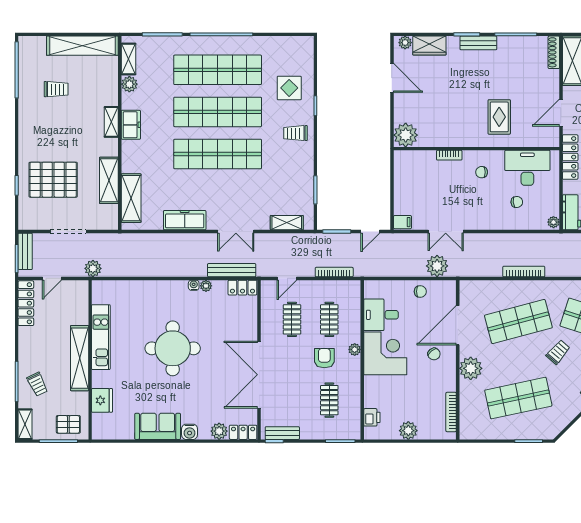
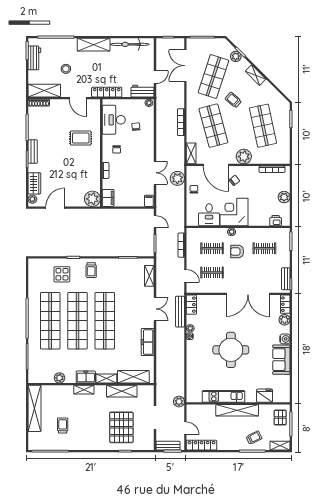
shelving: (129, 59) -> (106, 378), moved
filing cabinet: (407, 159) -> (108, 198), added
shelving: (476, 287) -> (191, 153), added

